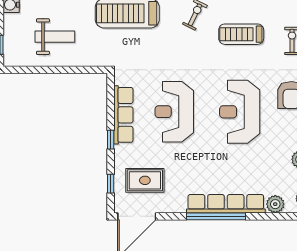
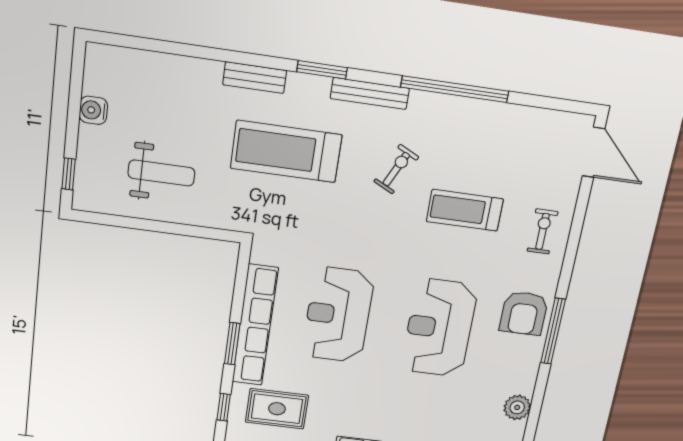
row of seats: (123, 115) -> (255, 325), width x1.36
window: (111, 140) -> (232, 344), width x1.50

